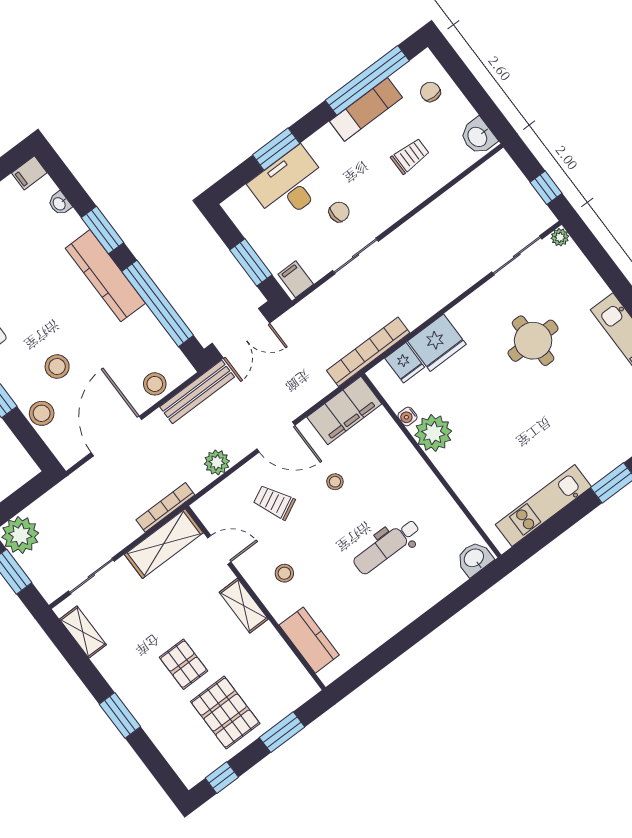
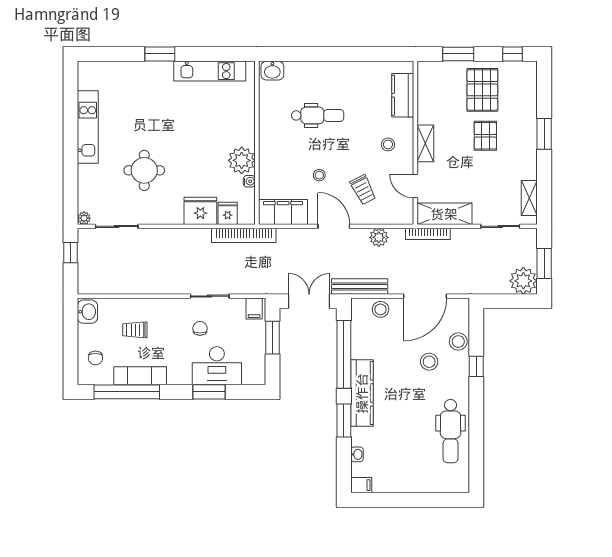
chair: (339, 212) -> (200, 328), turned 94

